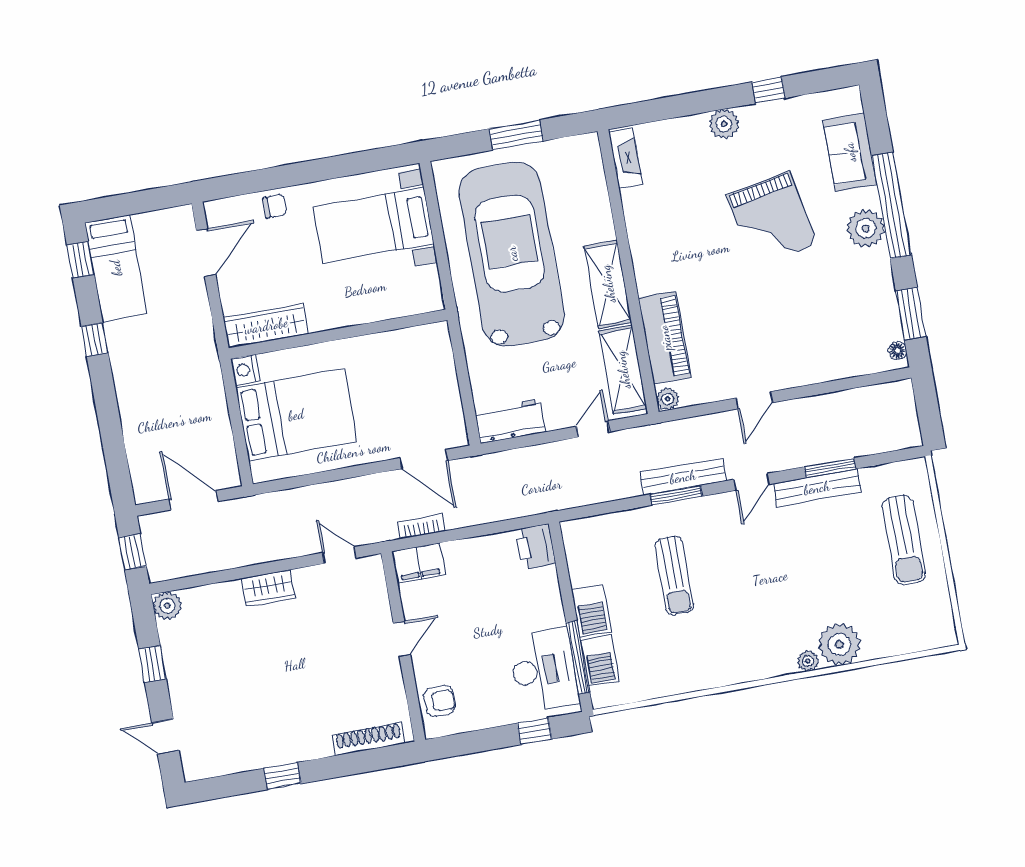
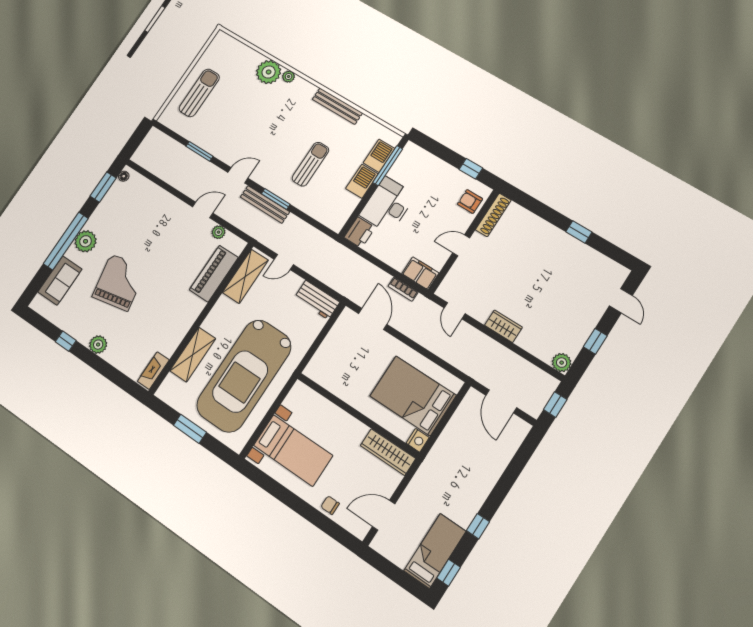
shelving: (608, 284) -> (193, 355), moved
plant: (667, 399) -> (219, 232), moved
bench: (817, 488) -> (337, 106), moved
desk: (544, 670) -> (388, 205), moved
window: (534, 731) -> (471, 169), moved
shoe rack: (369, 739) -> (493, 215), moved, turned -90

